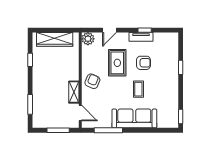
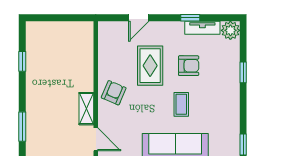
tv unit: (141, 37) -> (202, 28), moved
wardrobe: (55, 39) -> (58, 31), removed
plant: (88, 39) -> (230, 30), moved

